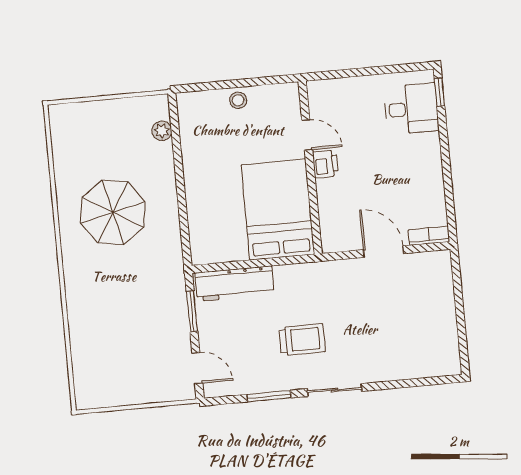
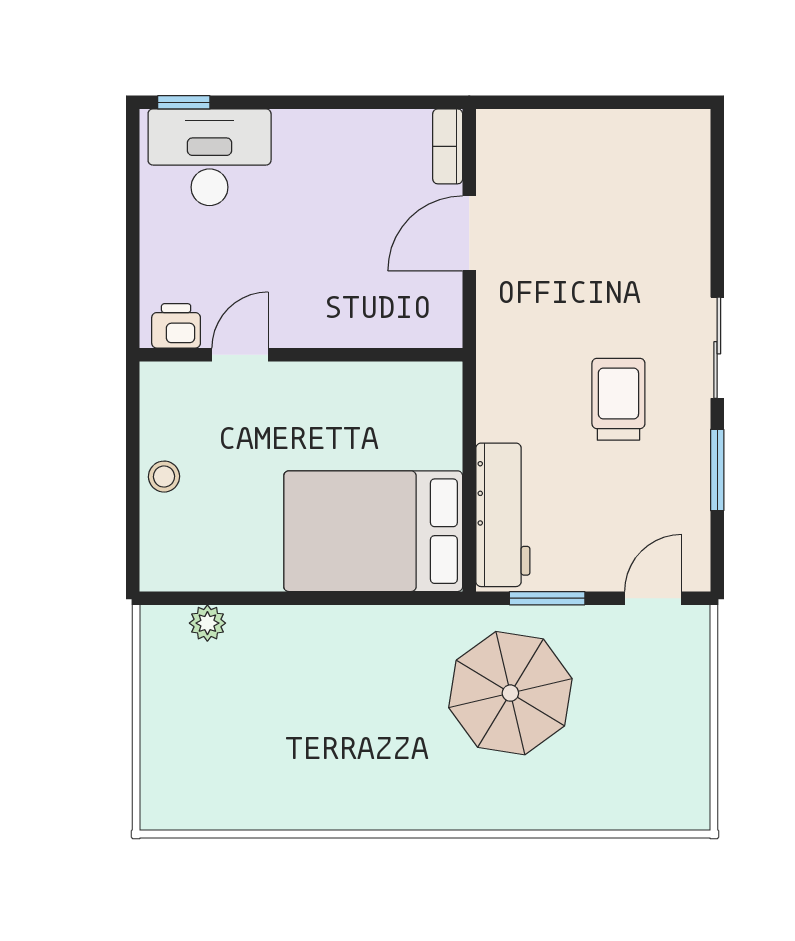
desk: (411, 109) -> (210, 157), width x1.37
printer: (325, 164) -> (176, 326), moved
bed: (278, 210) -> (373, 531), moved
parasol: (113, 212) -> (510, 693), moved

